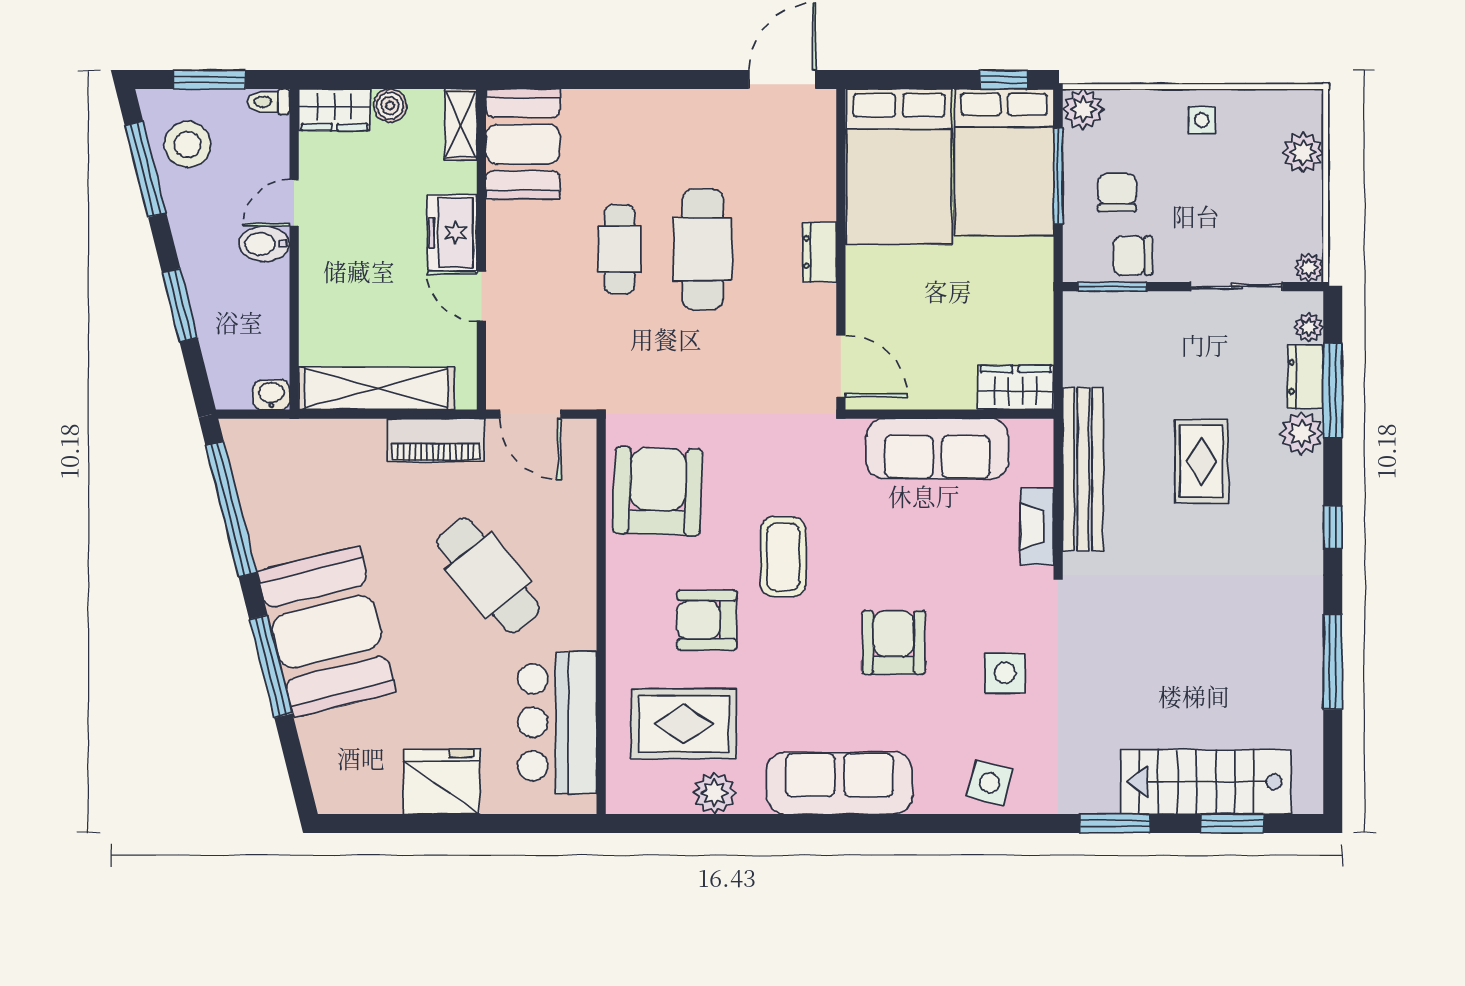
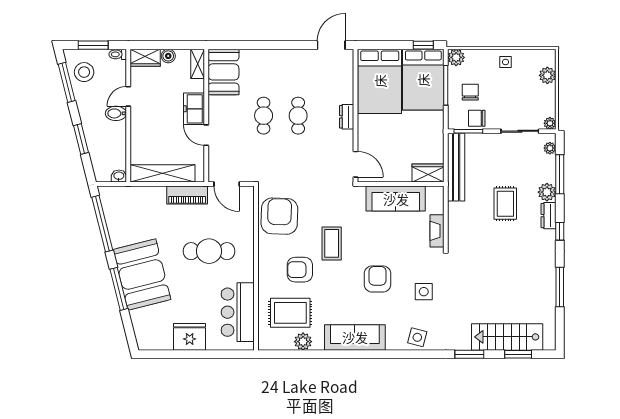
cafe table: (703, 249) -> (298, 116), width x0.73, depth x0.74
dresser: (1305, 377) -> (549, 216), moved
bench: (1083, 469) -> (456, 167), moved
cafe table: (488, 575) -> (209, 251), turned -51

